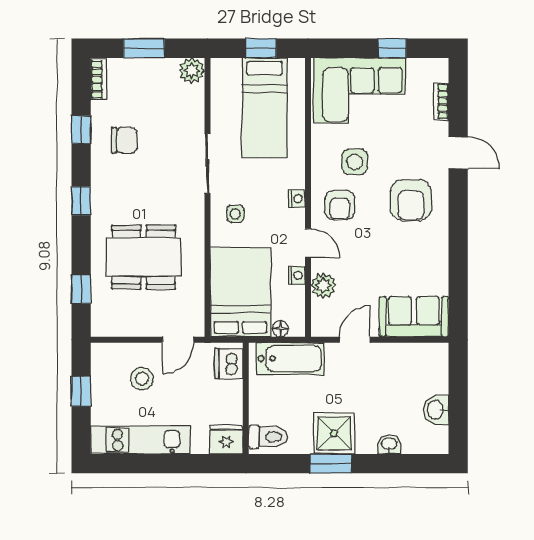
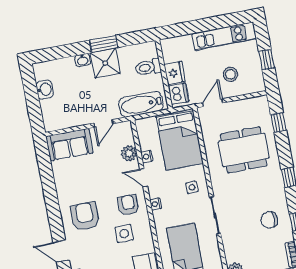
floor lamp: (281, 329) -> (151, 122), removed
toilet: (268, 437) -> (148, 67), moved
fridge: (226, 440) -> (175, 73), moved, turned -90
washbasin: (389, 444) -> (83, 60), moved

